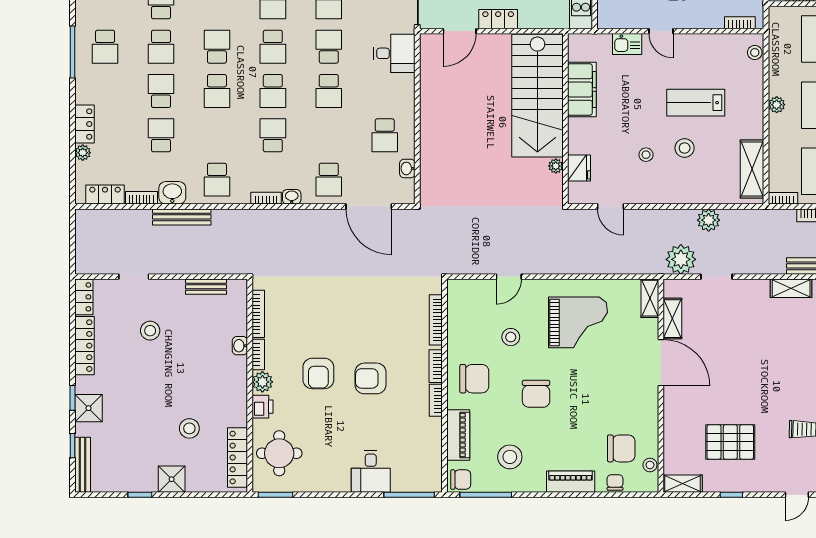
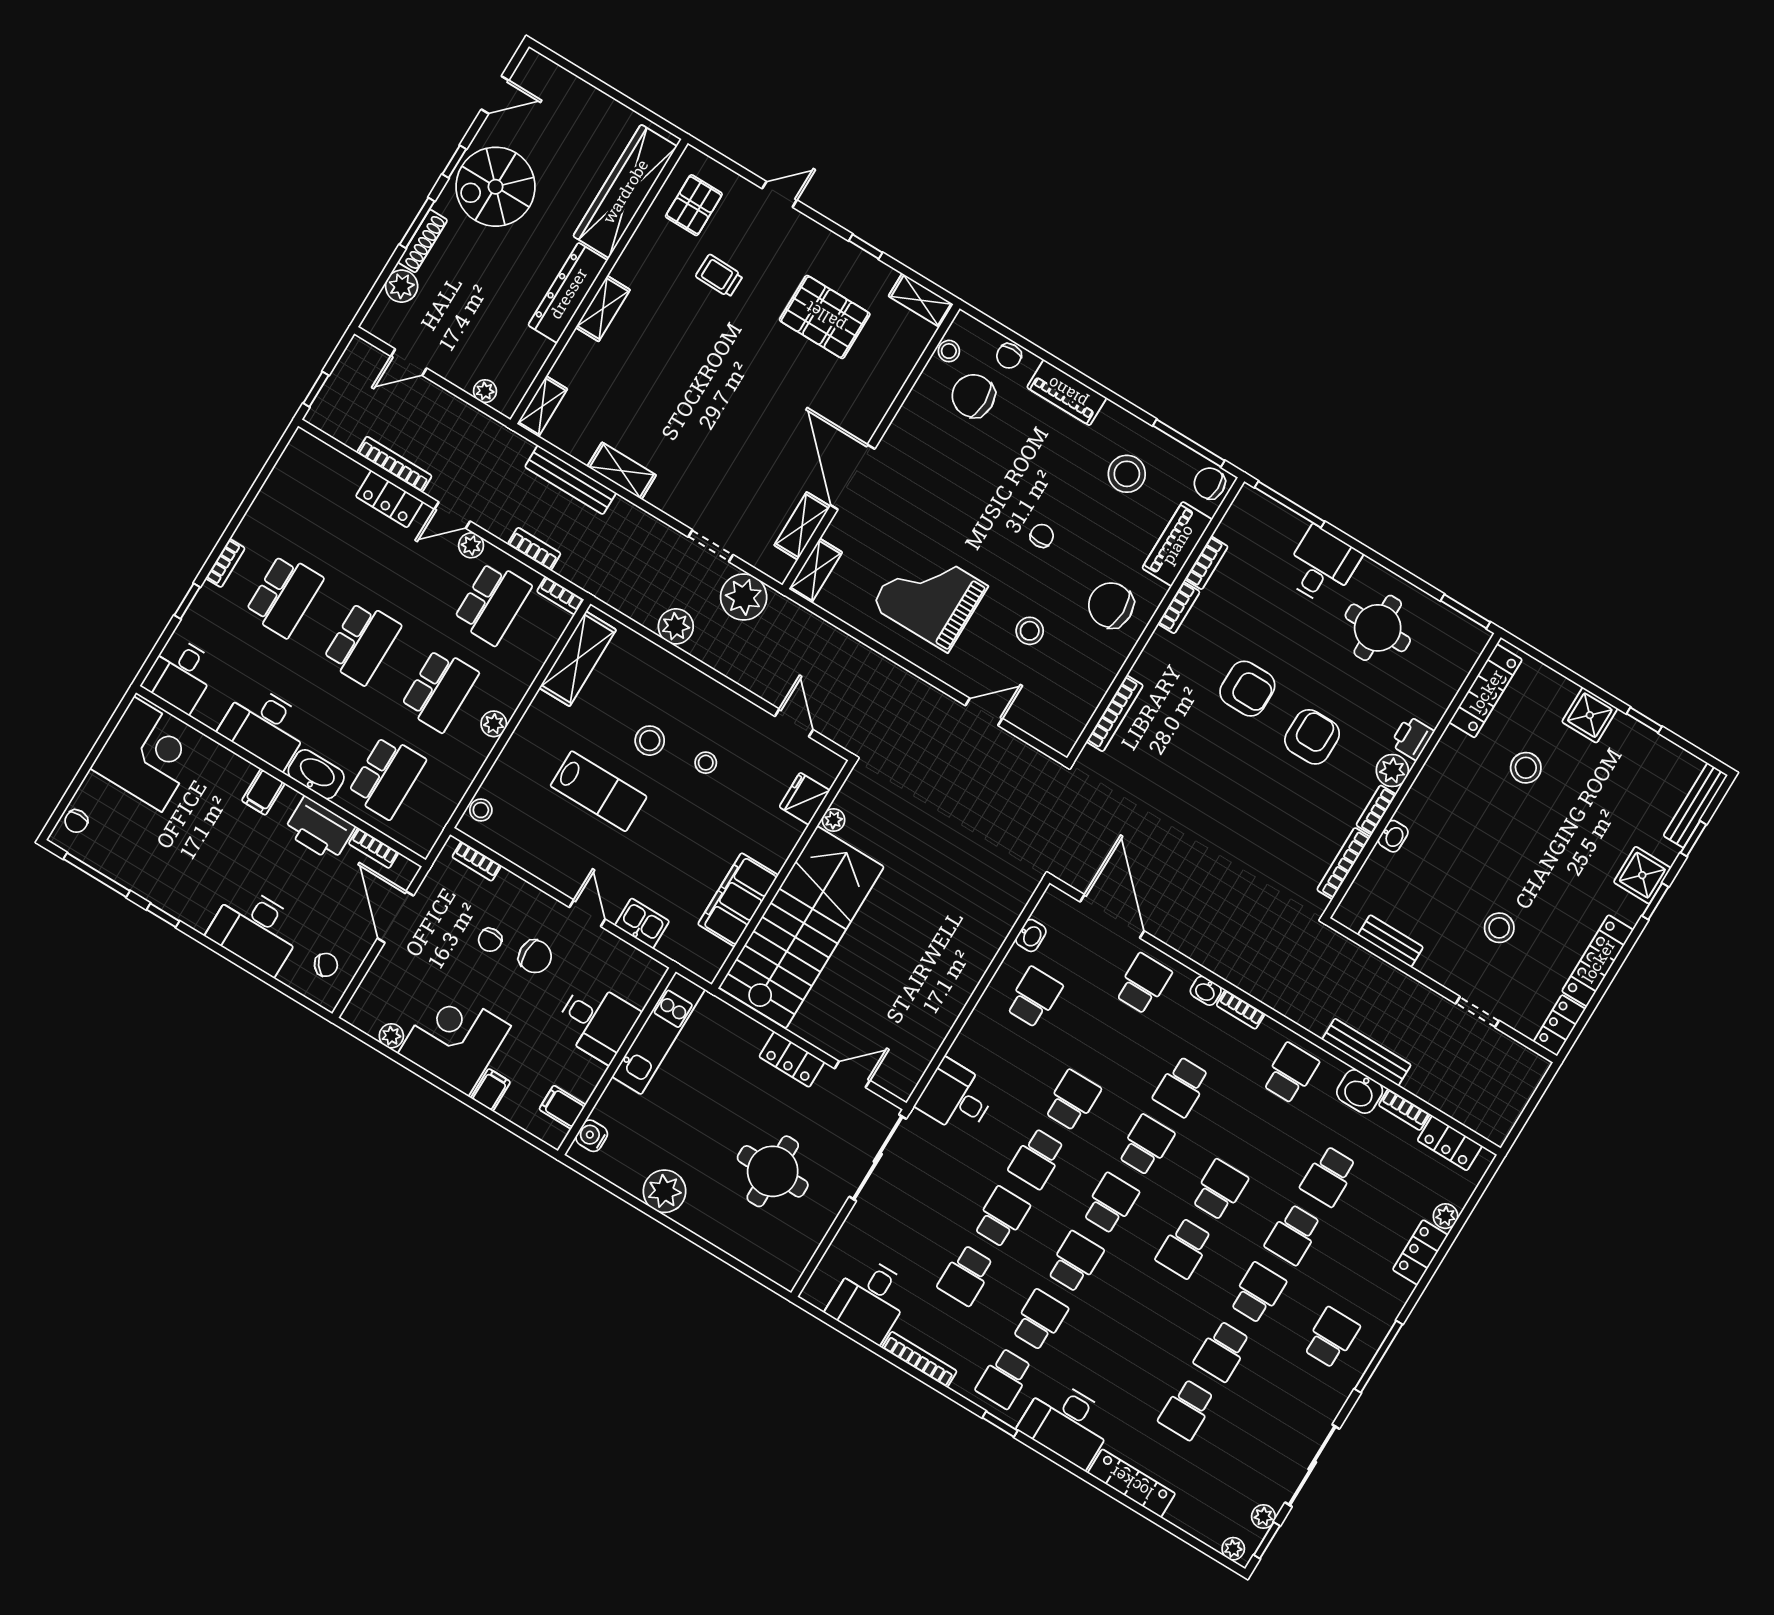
door: (460, 31) -> (852, 1074), width x0.73
bookcase: (436, 366) -> (1206, 563), moved
chair: (536, 394) -> (1042, 536), width x0.54, depth x0.54
round table: (279, 453) -> (1378, 628), moved

